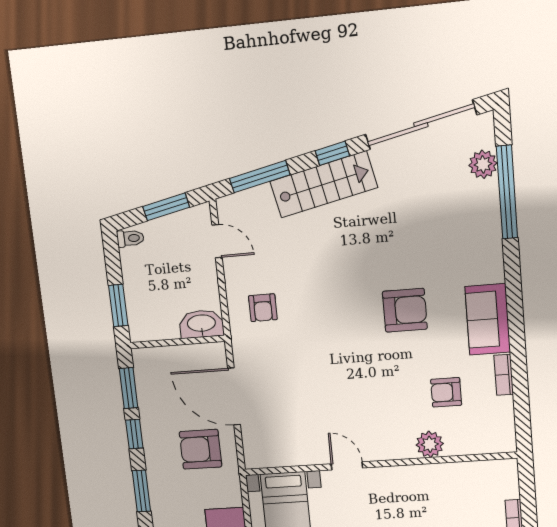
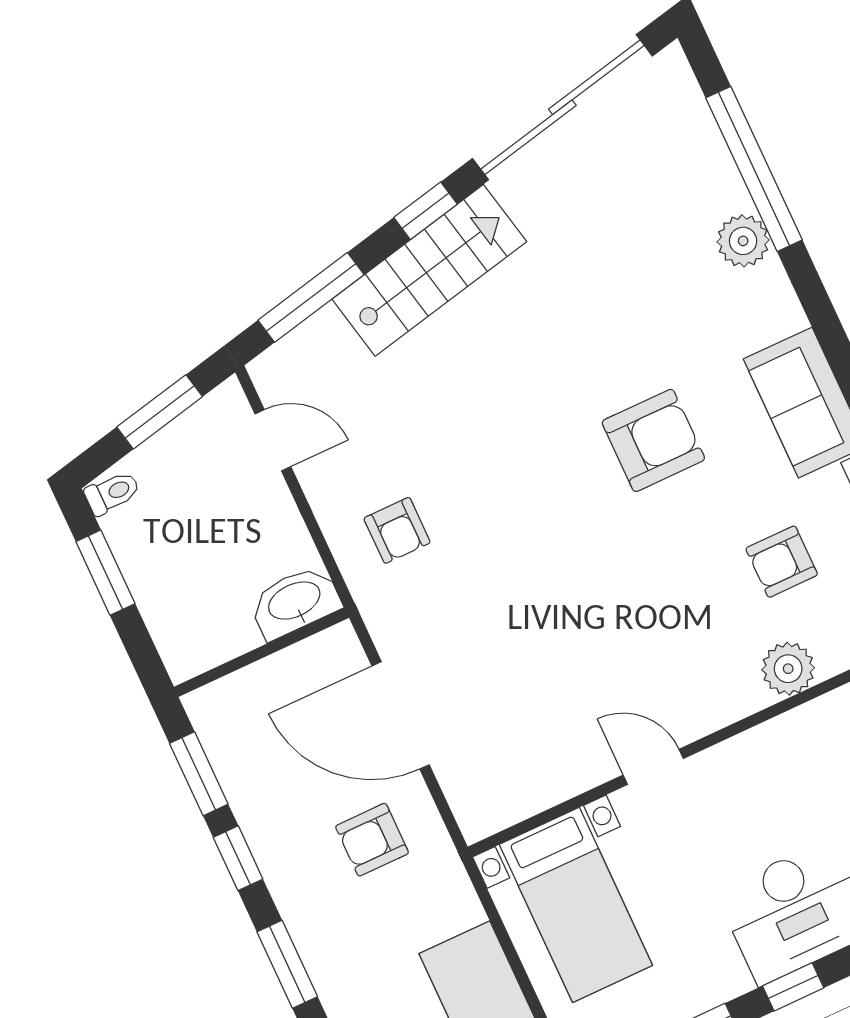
plant: (483, 164) -> (743, 241), moved
window: (118, 305) -> (105, 573), moved
armchair: (201, 449) -> (372, 840), width x0.72, depth x0.72

